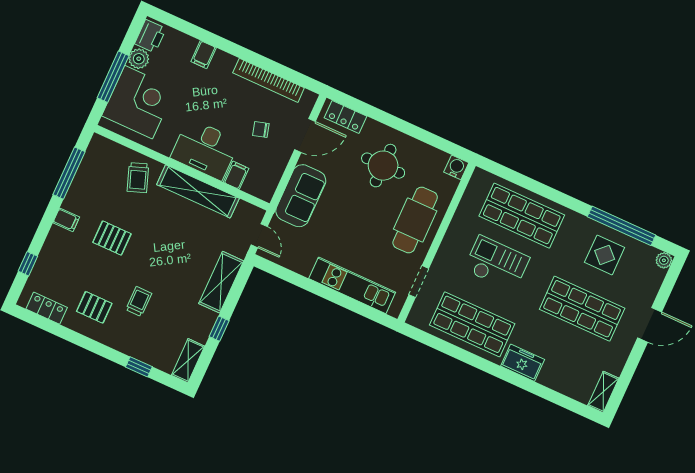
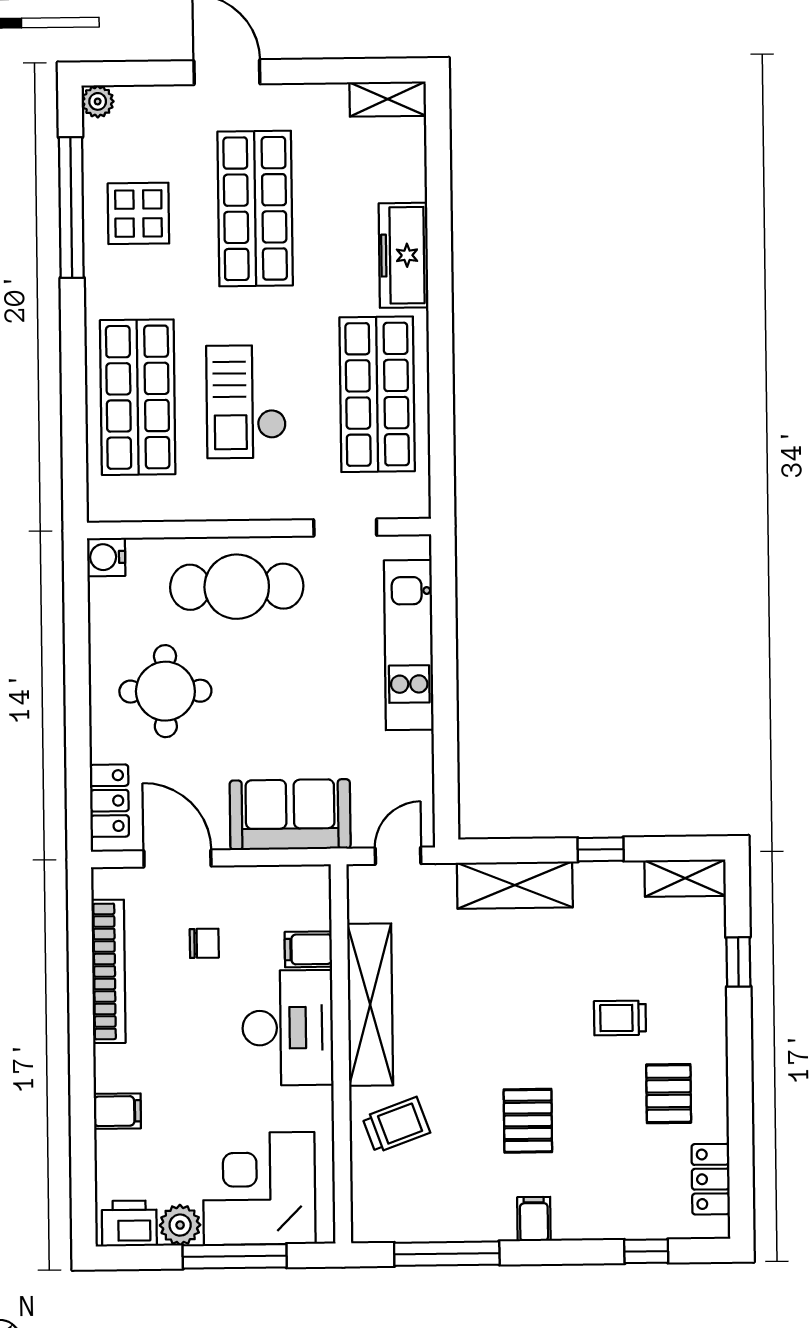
chair: (261, 130) -> (204, 943), turned -74
freezer: (523, 363) -> (404, 255), width x1.40

